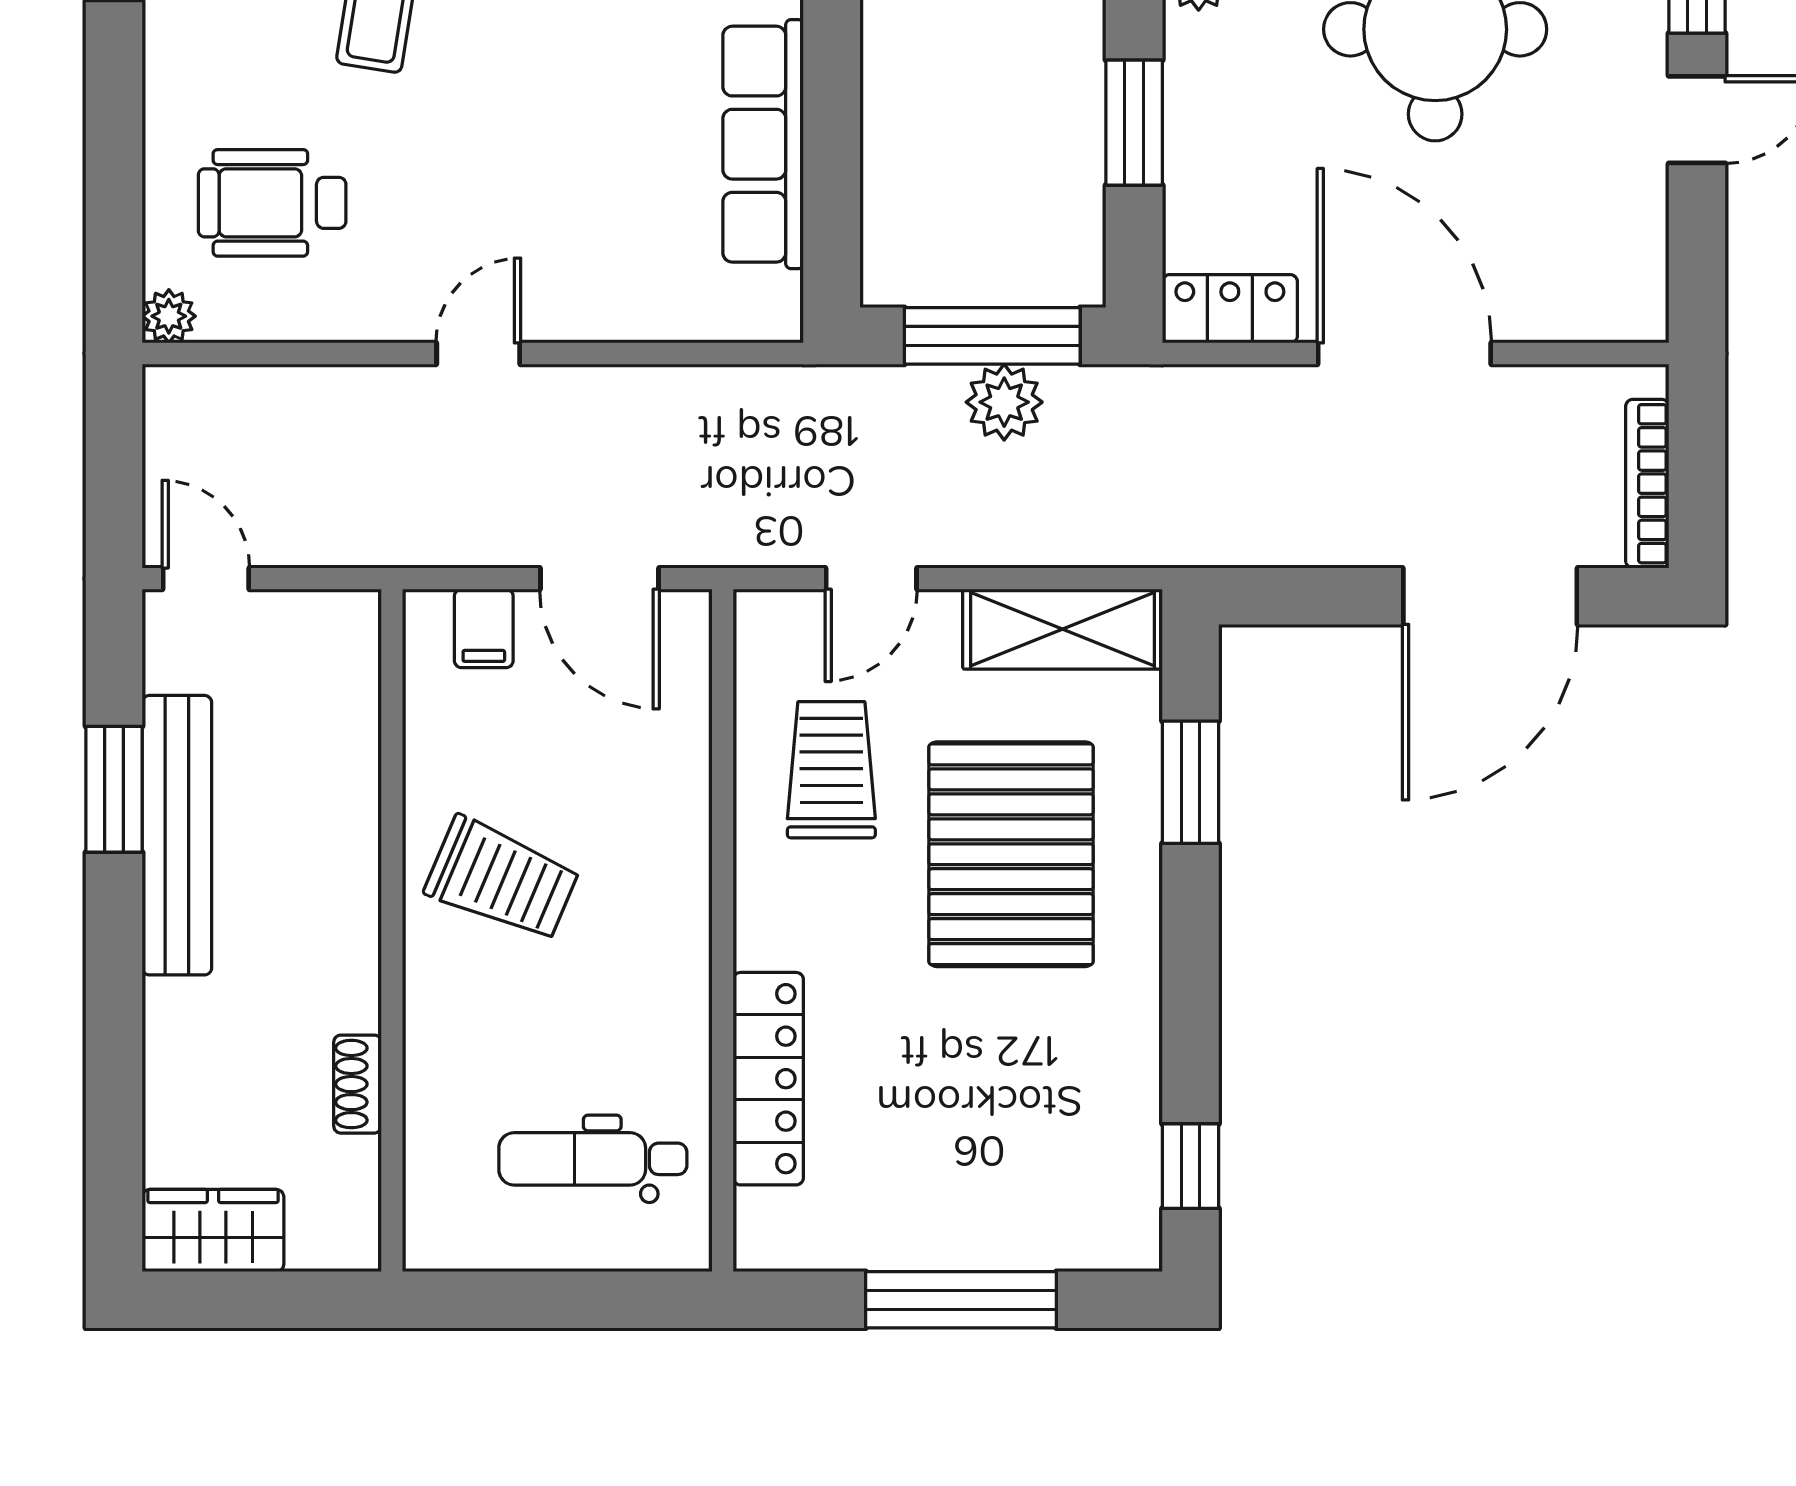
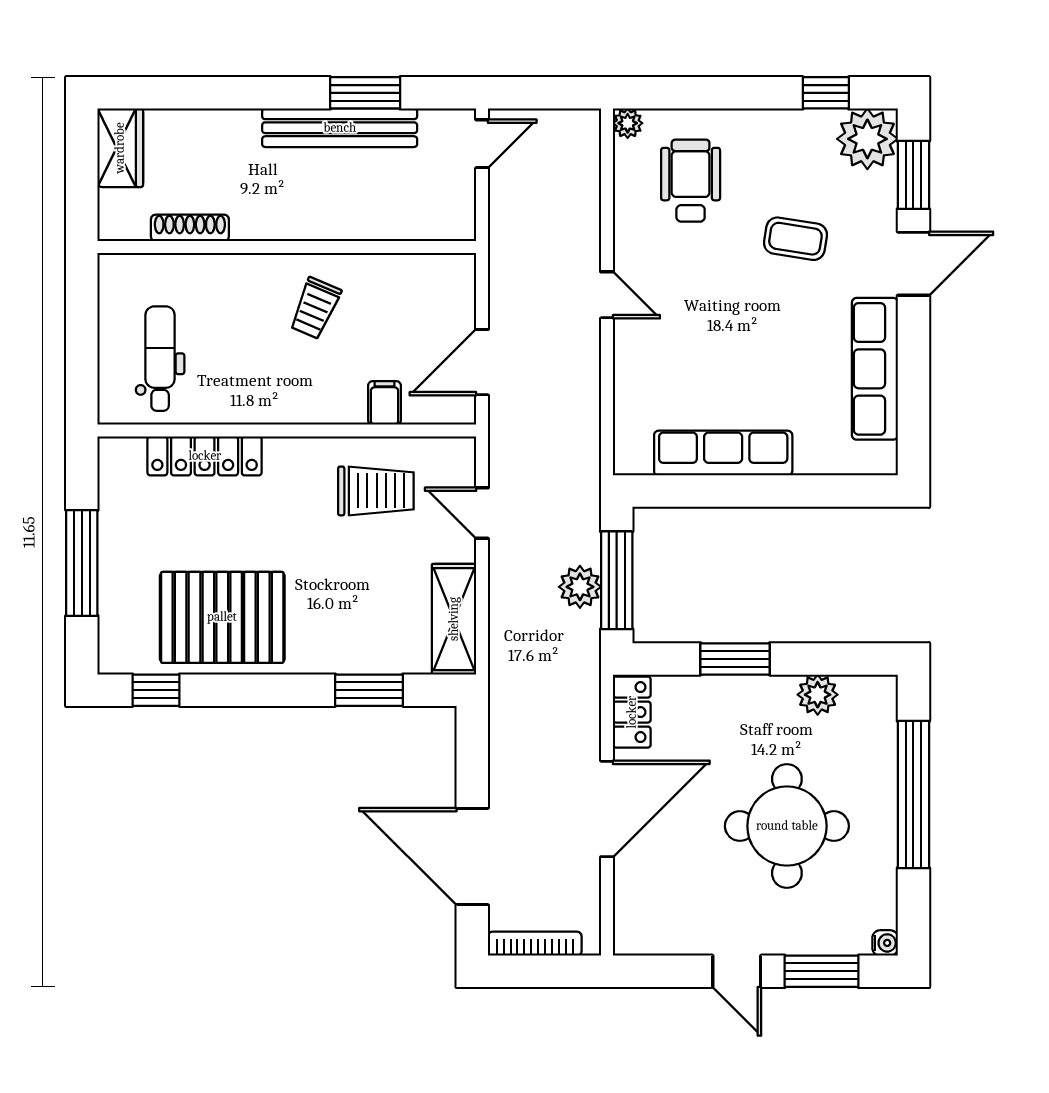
filing cabinet: (484, 628) -> (384, 403), moved, turned 90
pallet: (1011, 854) -> (222, 617), moved
trolley: (502, 879) -> (315, 308), width x0.73, depth x0.72
shoe rack: (358, 1084) -> (190, 228), width x1.43

